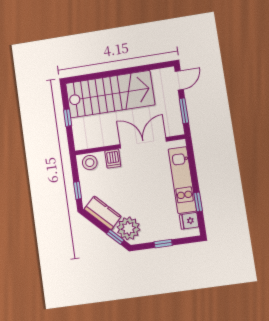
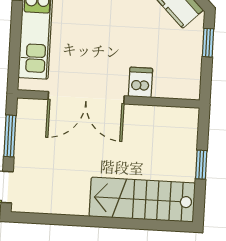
stairs: (110, 94) -> (142, 200), width x0.73, depth x0.66
stool: (90, 163) -> (179, 84), removed

